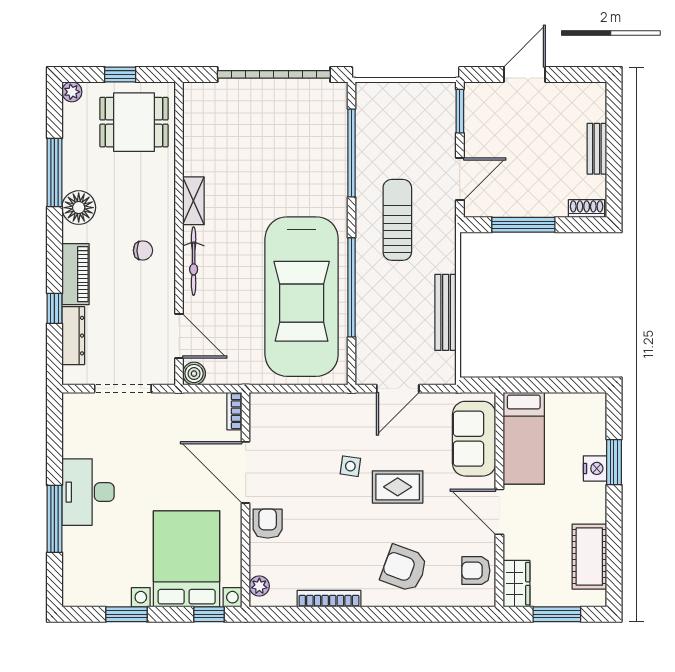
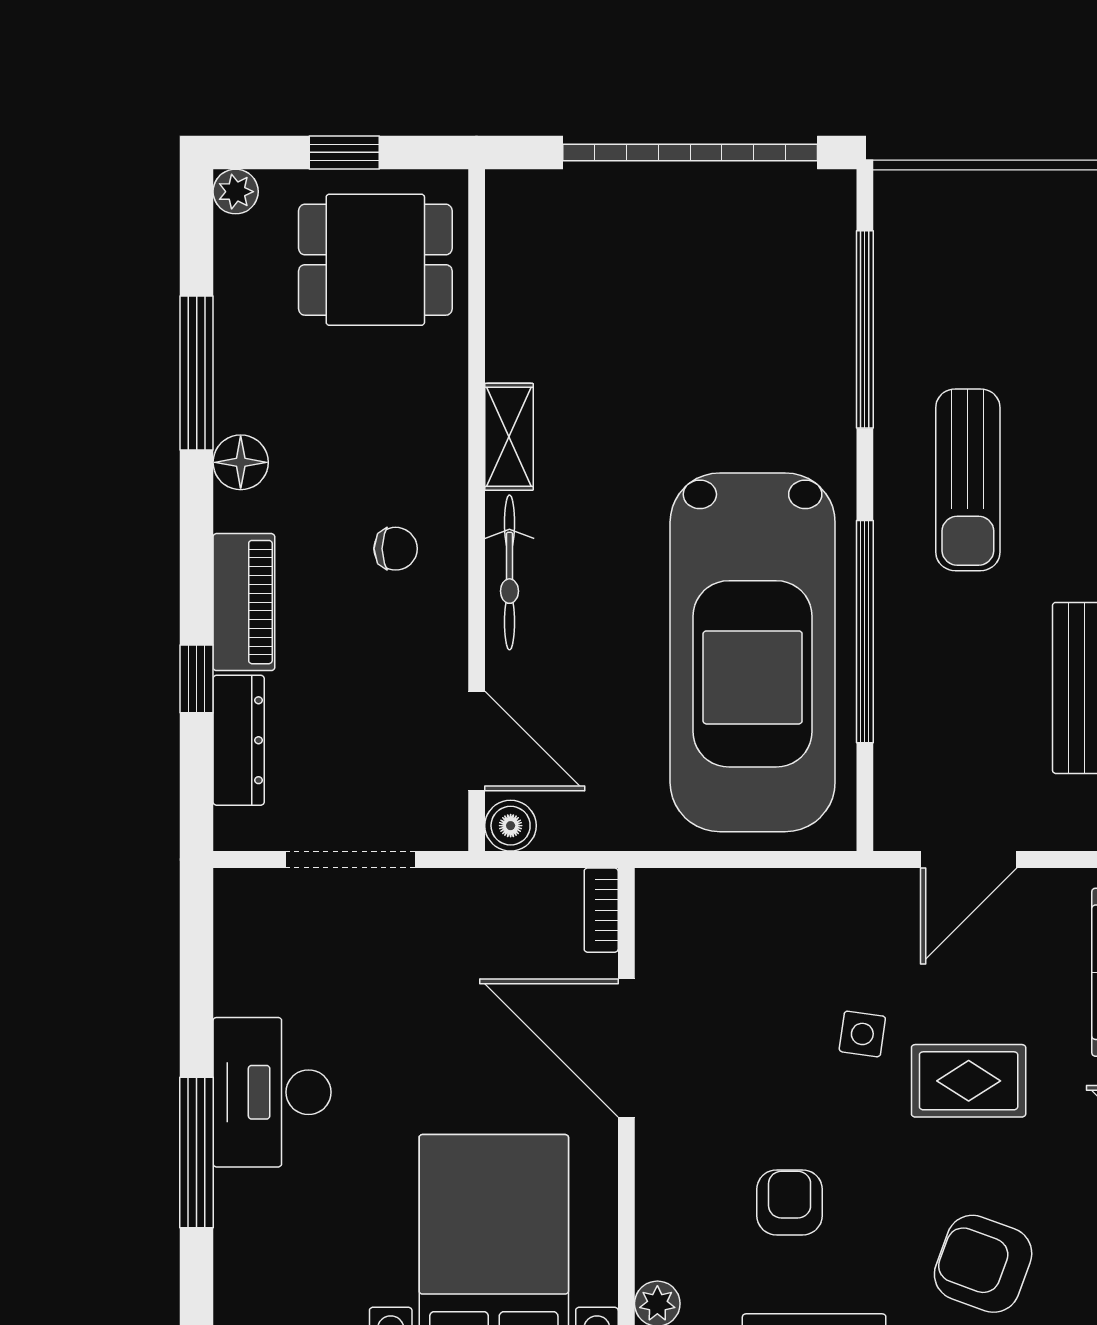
floor lamp: (79, 208) -> (241, 462), width x0.73, depth x0.73
sun lounger: (397, 220) -> (968, 480), turned 180
armchair: (268, 524) -> (790, 1202), moved

